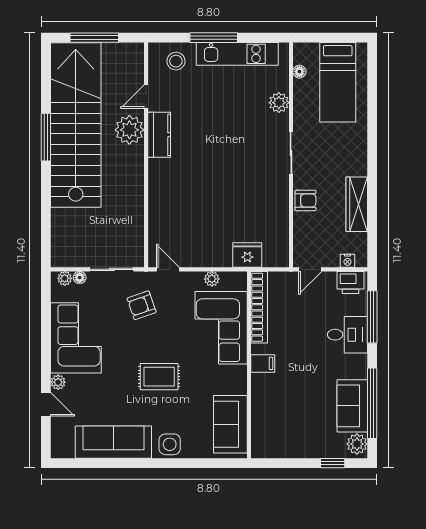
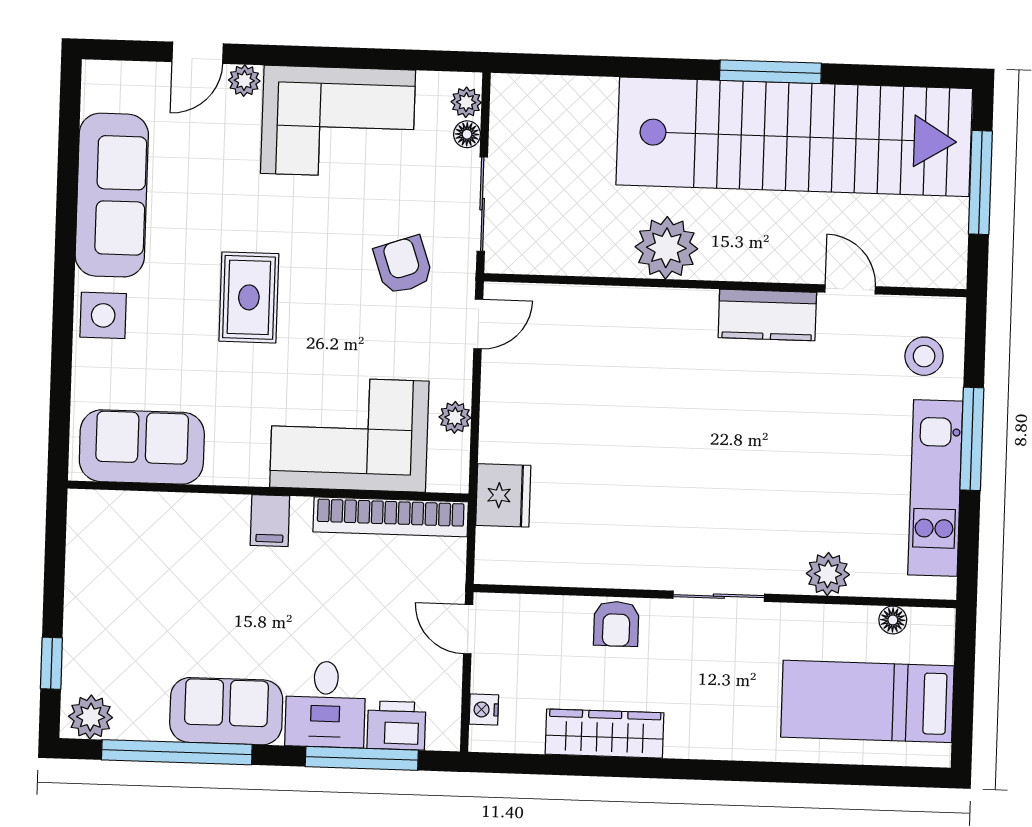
plant: (129, 130) -> (666, 248), moved
printer: (350, 282) -> (396, 725), moved, turned 90
sofa: (352, 406) -> (226, 711), moved

